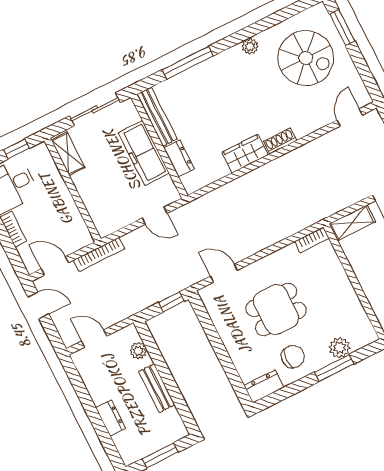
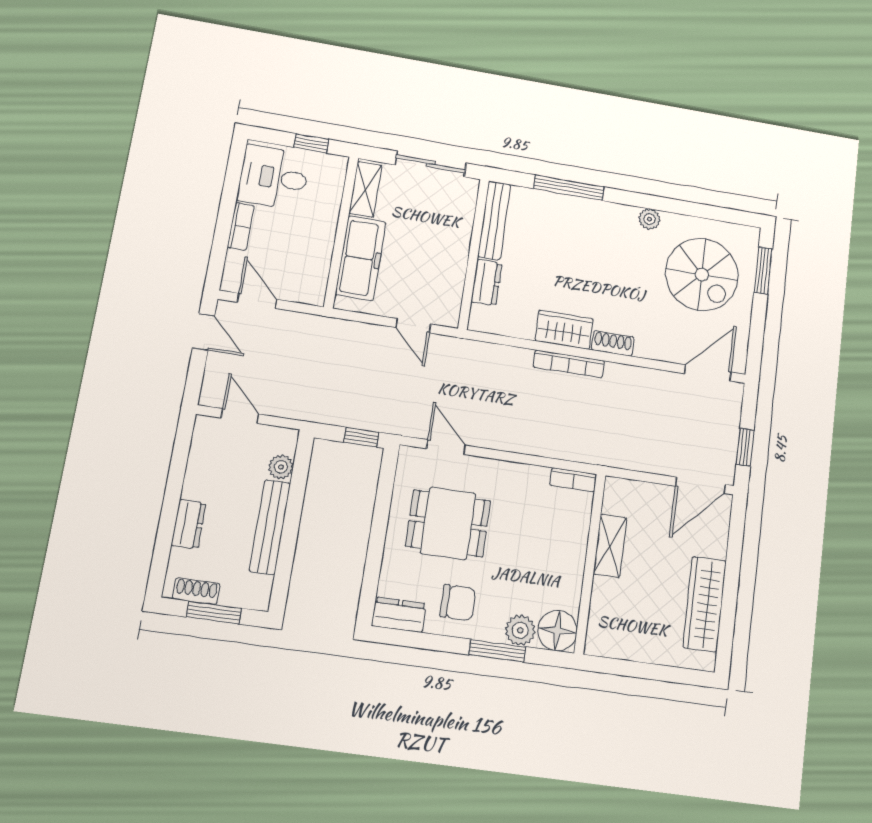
door: (350, 117) -> (708, 373), width x1.38
freezer: (144, 153) -> (361, 258), moved, turned 180
shelving: (352, 223) -> (610, 546), moved, turned 90
bookcase: (99, 254) -> (569, 364), moved
dining table: (276, 310) -> (448, 523), moved
floor lamp: (361, 333) -> (557, 631), added
bench: (157, 388) -> (270, 527), width x1.36
shoe rack: (142, 451) -> (196, 591), added

